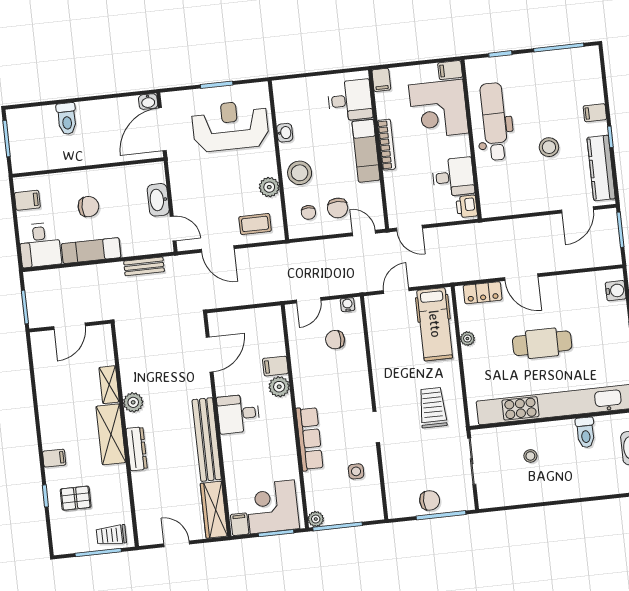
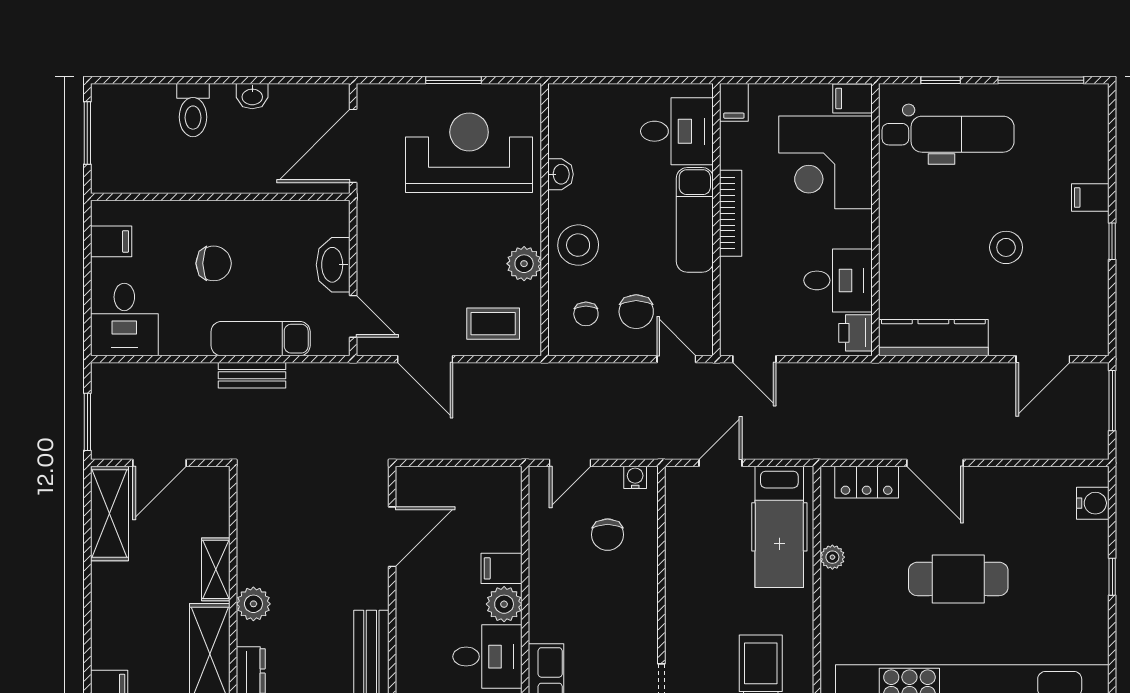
washbasin: (148, 102) -> (252, 96), moved
dental chair: (494, 122) -> (948, 134), moved, turned 90
kitchen counter: (601, 168) -> (933, 338), moved, turned 90
exam couch: (91, 251) -> (261, 339), moved
bench: (144, 266) -> (252, 375), moved
chair: (335, 340) -> (608, 535), turned -90
shelving: (44, 359) -> (109, 513), added
desk: (238, 414) -> (487, 657), moved, turned 180

